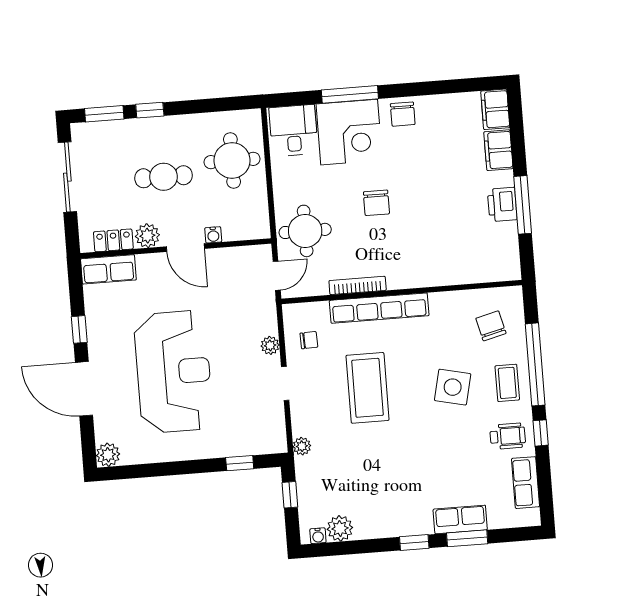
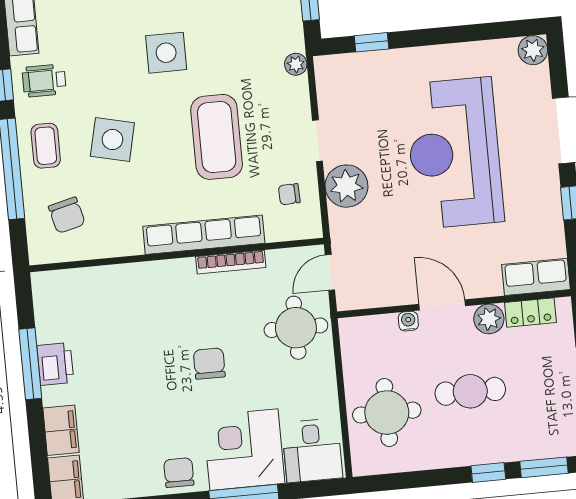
plant: (270, 345) -> (347, 186), width x1.88, depth x1.88
side table: (408, 457) -> (166, 53), added

